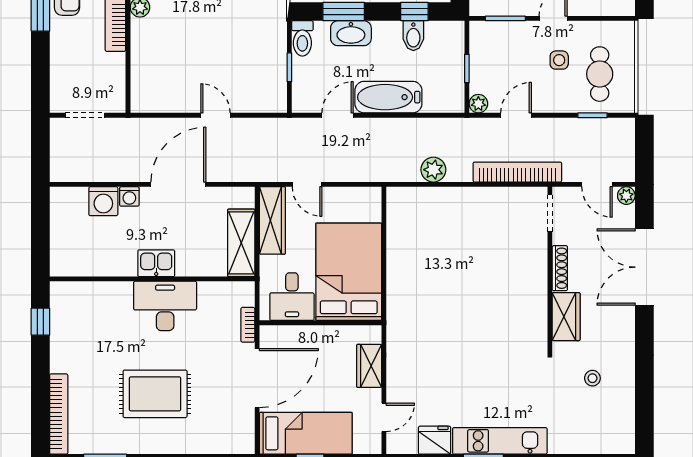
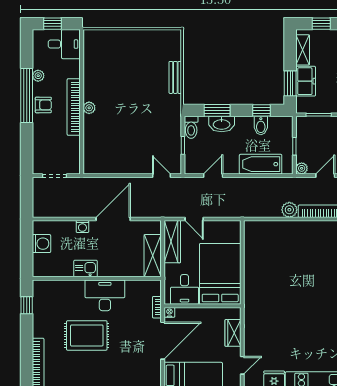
bathtub: (388, 97) -> (261, 164), moved
door: (215, 115) -> (161, 176), moved
plant: (433, 170) -> (289, 210), moved
washing machine: (103, 201) -> (41, 244), moved, turned -90
kitchen sink: (156, 263) -> (86, 269), moved
nightstand: (268, 333) -> (169, 312), added
rug: (155, 394) -> (87, 335), moved

